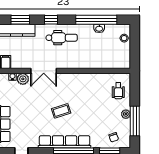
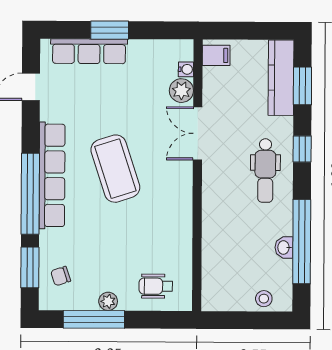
coffee table: (61, 111) -> (115, 169), width x1.86, depth x1.72

